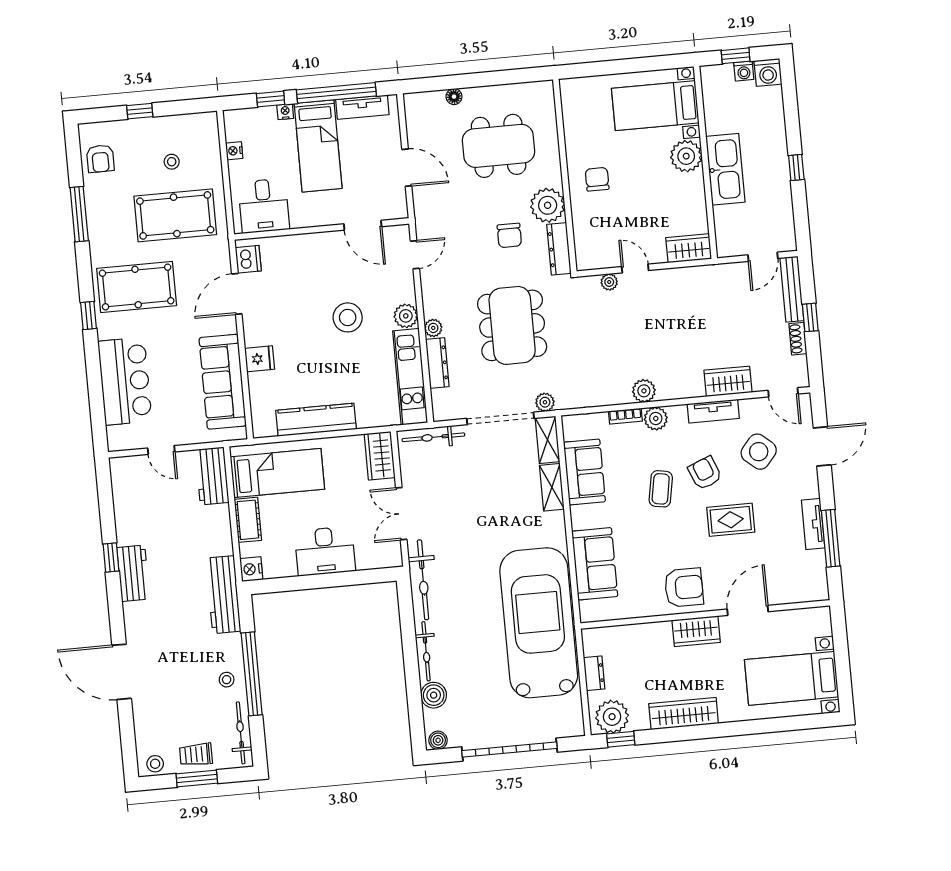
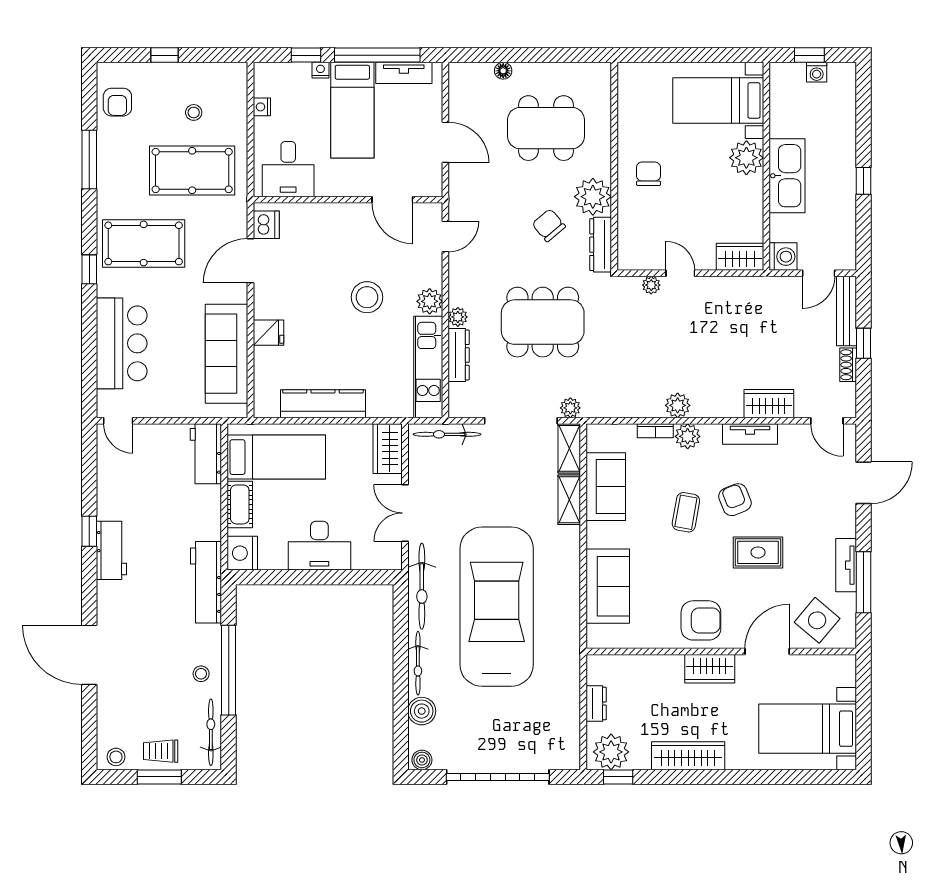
washing machine: (768, 72) -> (783, 257), moved, turned -90
chair: (509, 235) -> (549, 225), turned 140
dining table: (512, 325) -> (543, 322), turned 90
door: (161, 450) -> (118, 421), moved
side table: (759, 452) -> (817, 620), moved
nightstand: (251, 569) -> (242, 553), width x1.36, depth x1.33
car: (539, 623) -> (497, 607), moved

